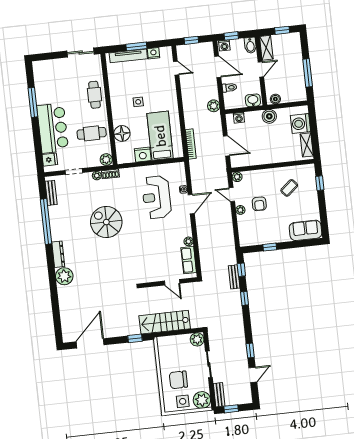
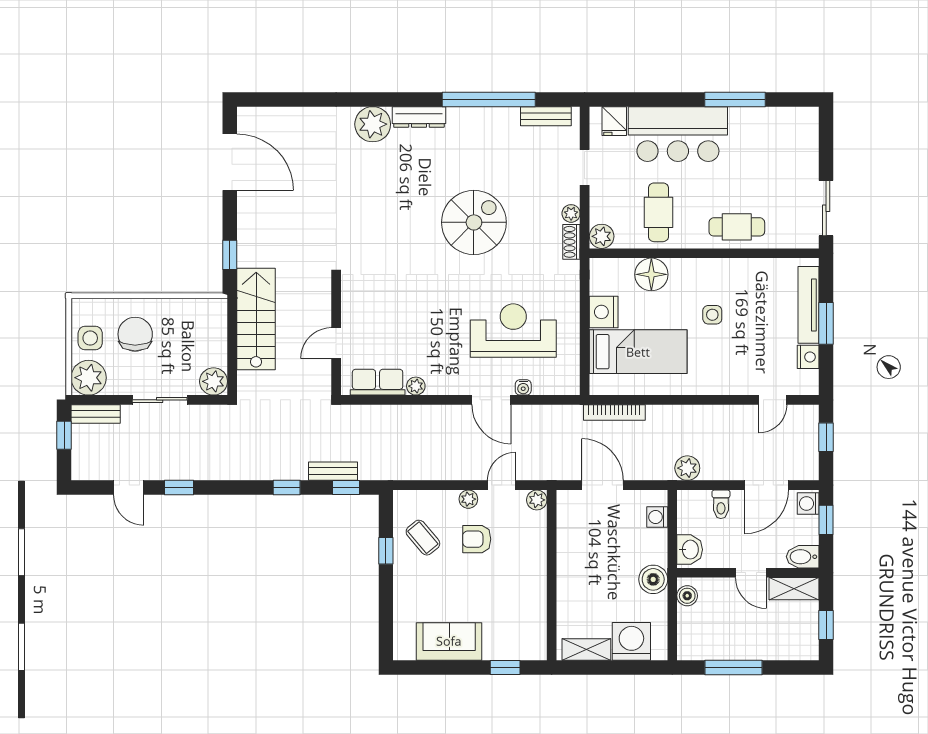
door: (226, 146) -> (603, 485), swing flipped
coffee table: (289, 188) -> (423, 538), moved
sofa: (306, 230) -> (449, 641), moved, turned -90

